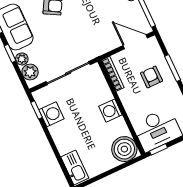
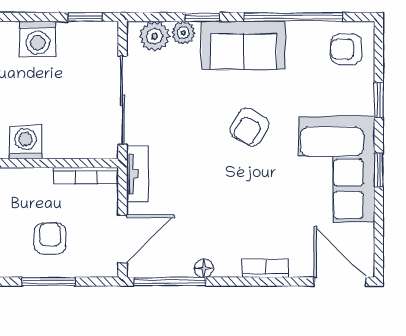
tv unit: (100, 49) -> (137, 174), added
armchair: (151, 77) -> (50, 239), turned -90
washing machine: (51, 114) -> (38, 39), moved

